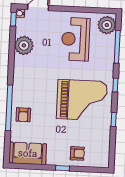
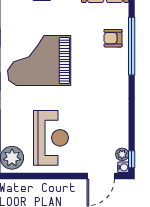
plant: (24, 45) -> (122, 154), moved, width x0.53, depth x0.53
armchair: (23, 115) -> (113, 38), turned -90

